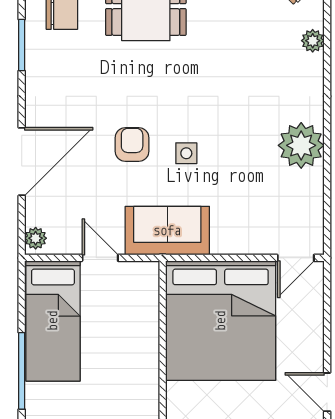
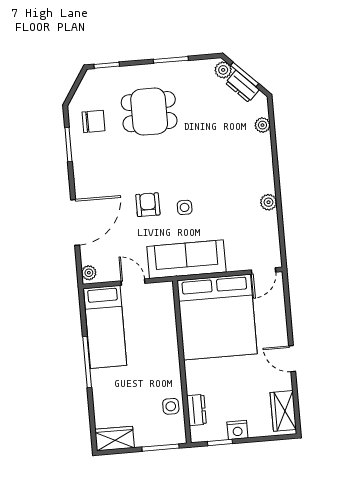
plant: (301, 145) -> (269, 202), width x0.53, depth x0.53
sofa: (167, 231) -> (186, 259), width x1.36

